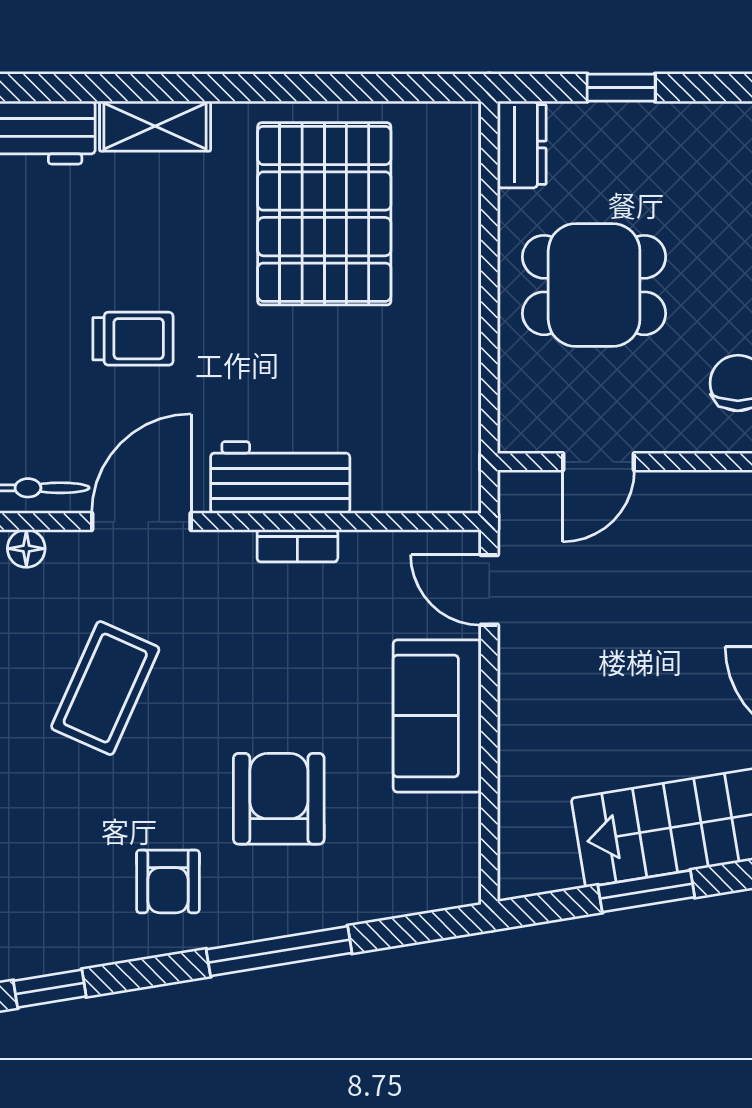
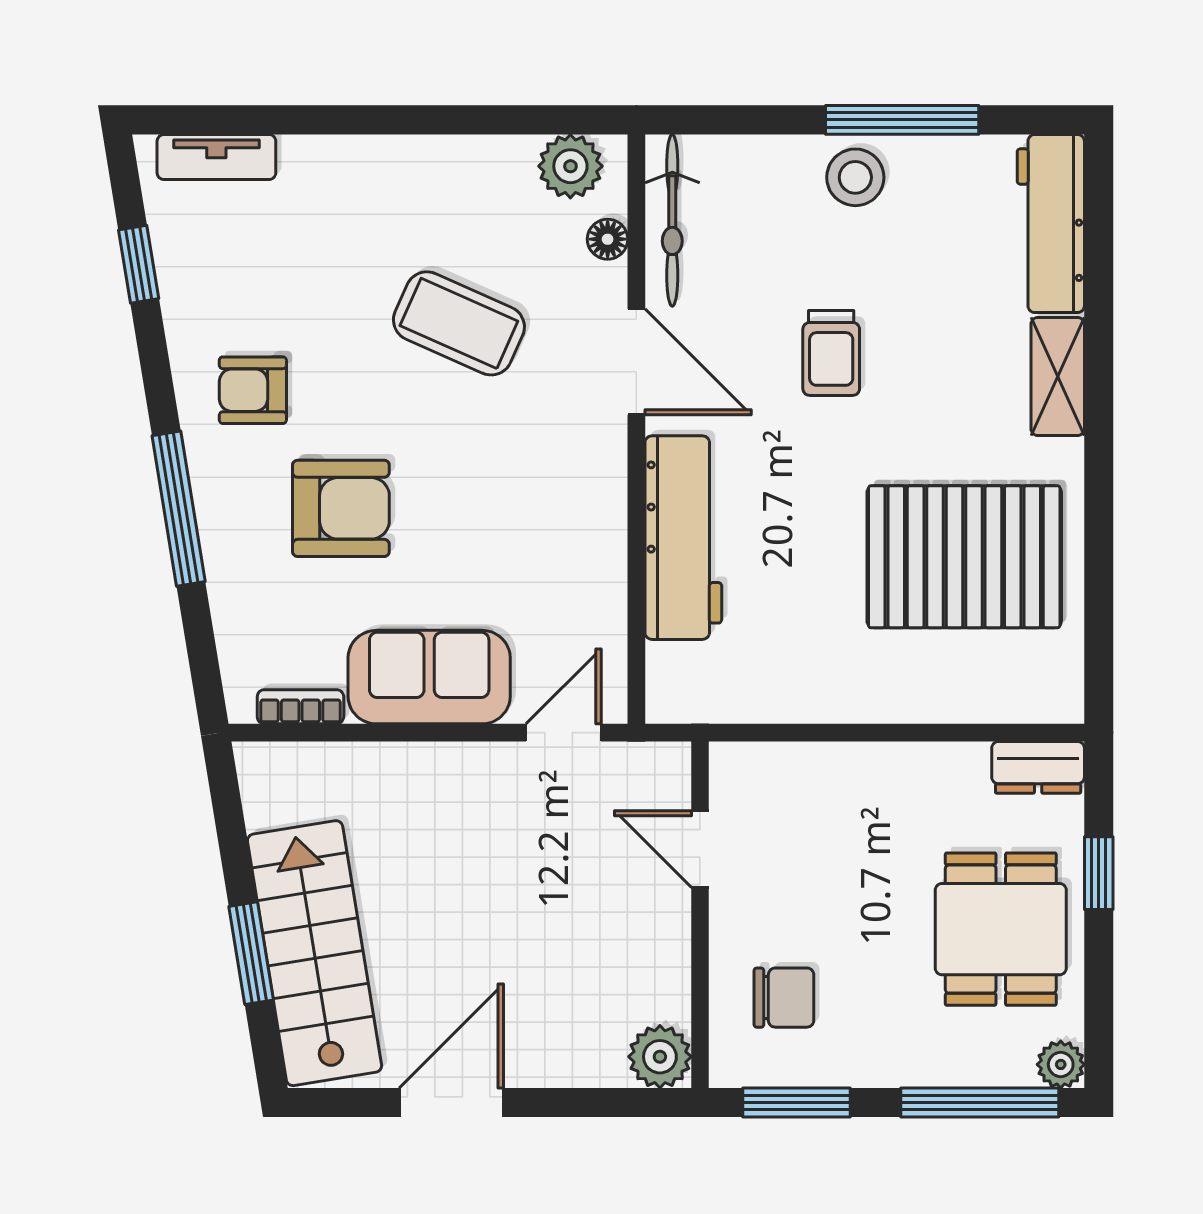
dining table: (594, 285) -> (1001, 929), moved
workbench: (280, 477) -> (683, 538), width x1.37
bookcase: (297, 546) -> (300, 707), moved, turned 90
window: (646, 891) -> (251, 953), moved

